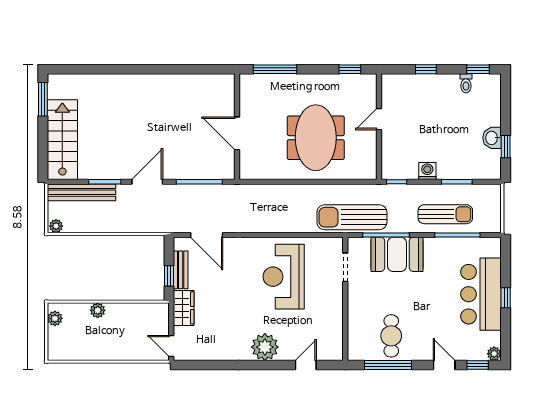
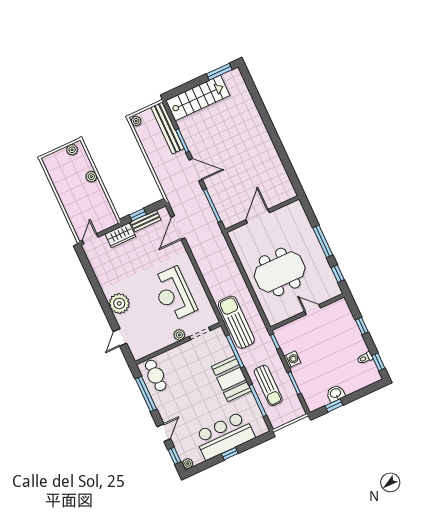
window: (275, 69) -> (323, 241), moved
booth: (397, 254) -> (231, 379), moved
reception desk: (284, 277) -> (174, 294), turned -90
plant: (336, 293) -> (179, 335), added
cafe table: (391, 336) -> (156, 375), moved, turned 90
door: (306, 365) -> (120, 337), swing flipped

